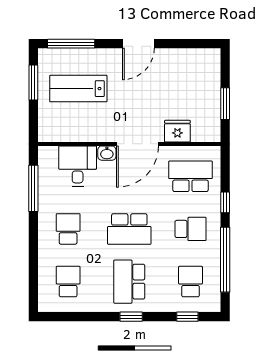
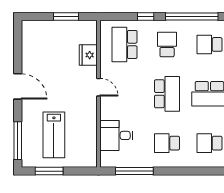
door: (137, 144) -> (99, 87), width x0.53
washbasin: (107, 153) -> (106, 112), removed

